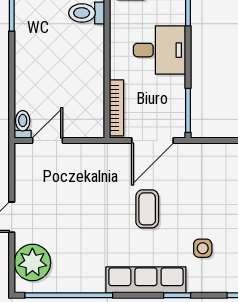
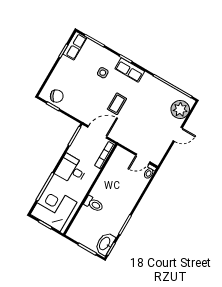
row of seats: (146, 280) -> (130, 70), width x0.68

